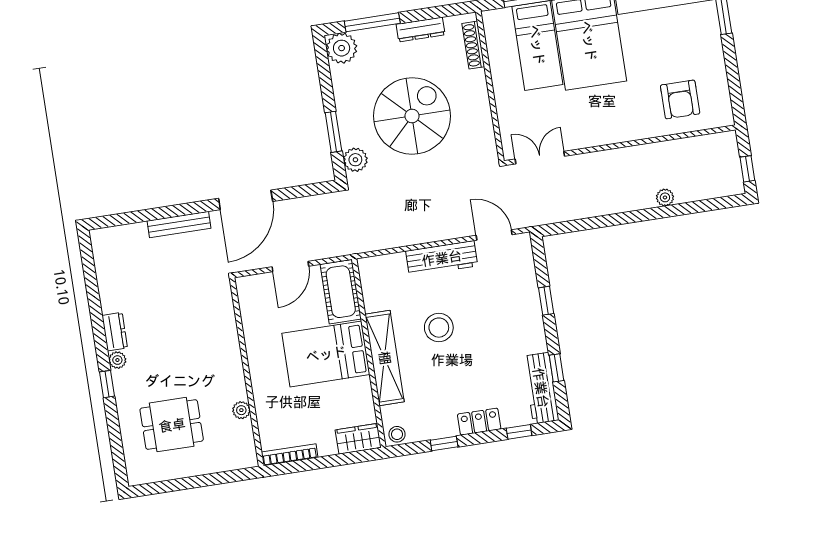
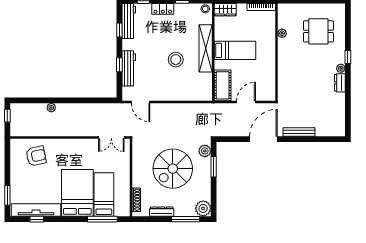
armchair: (680, 99) -> (36, 156), turned 78
workbench: (442, 258) -> (129, 68), moved, turned 90
bed: (326, 354) -> (235, 50), width x0.67

